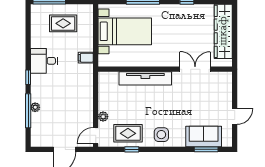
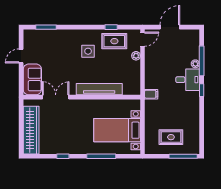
filing cabinet: (86, 58) -> (151, 94), moved
desk: (44, 61) -> (188, 80), moved
double door: (195, 69) -> (56, 97), swing flipped
side table: (161, 135) -> (88, 51), moved
sofa: (204, 136) -> (32, 79), moved, turned -90

